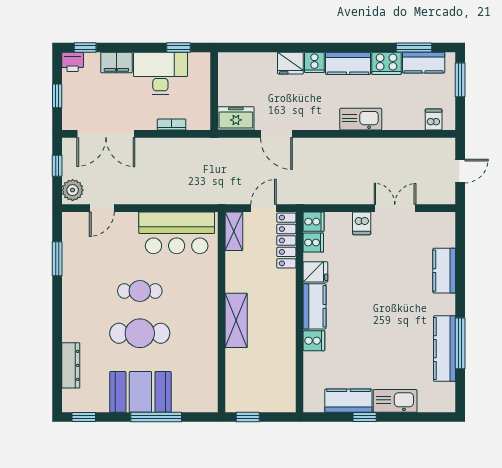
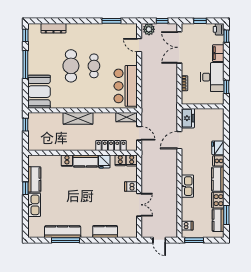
window: (460, 80) -> (194, 240), moved
locker: (286, 240) -> (111, 146), moved
booth: (140, 392) -> (39, 92), moved
window: (156, 417) -> (25, 65), moved

